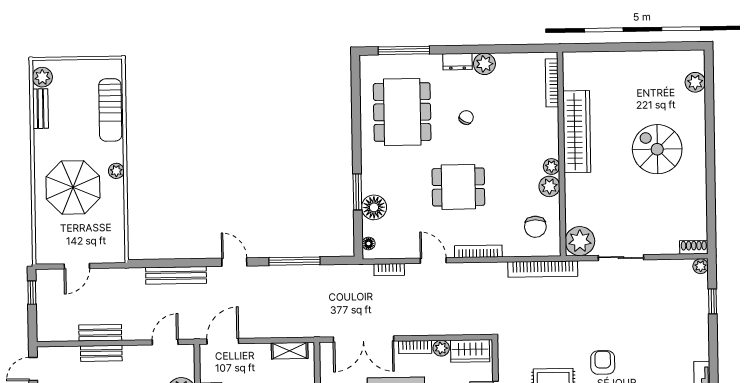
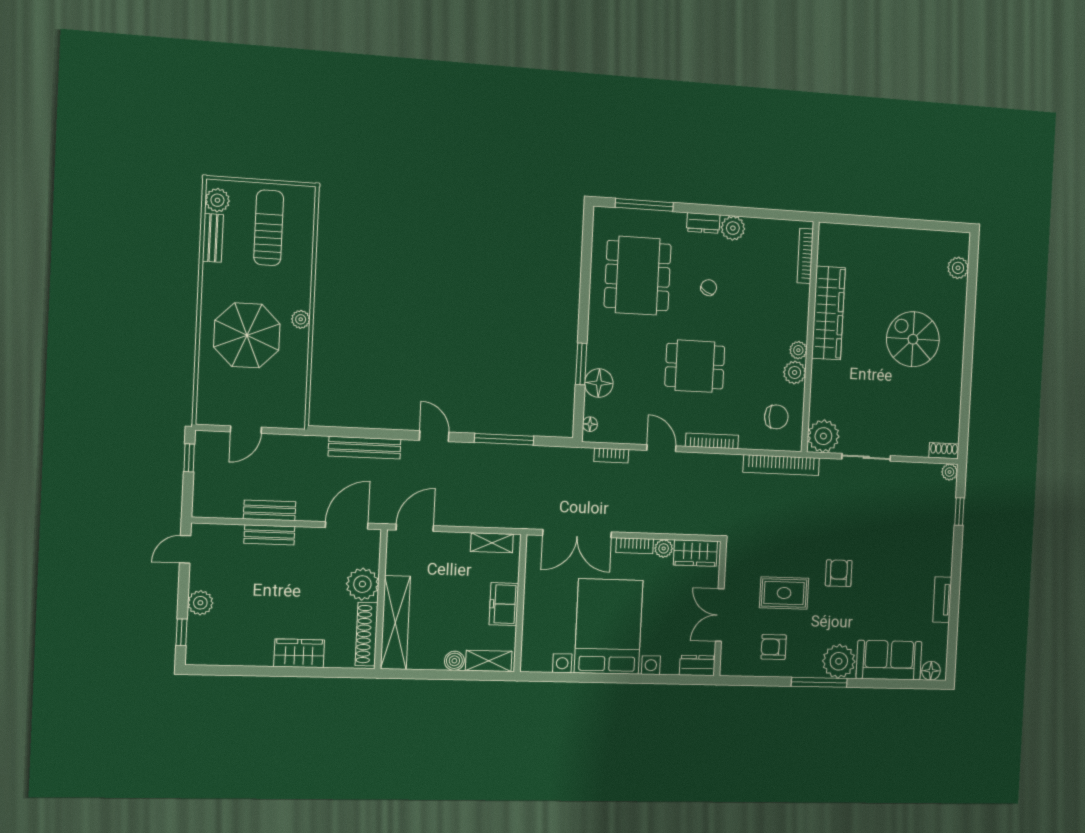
sun lounger: (110, 110) -> (269, 228), moved, turned 180
chair: (535, 227) -> (776, 417), turned -90
door: (165, 342) -> (347, 525), width x1.38

